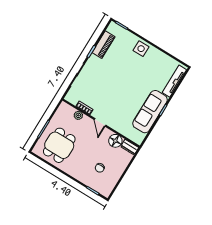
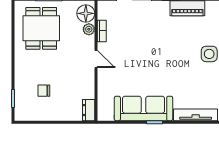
door: (100, 122) -> (96, 59), swing flipped
floor lamp: (115, 141) -> (86, 13), moved
dining table: (59, 145) -> (41, 28), turned 90

